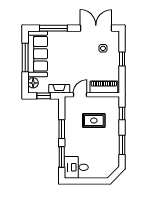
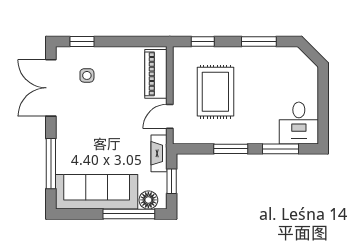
window: (25, 57) -> (129, 214), moved
window: (122, 59) -> (82, 41), moved
door: (80, 95) -> (170, 116), hinge flipped
rug: (94, 120) -> (215, 92), width x1.36, depth x1.43

